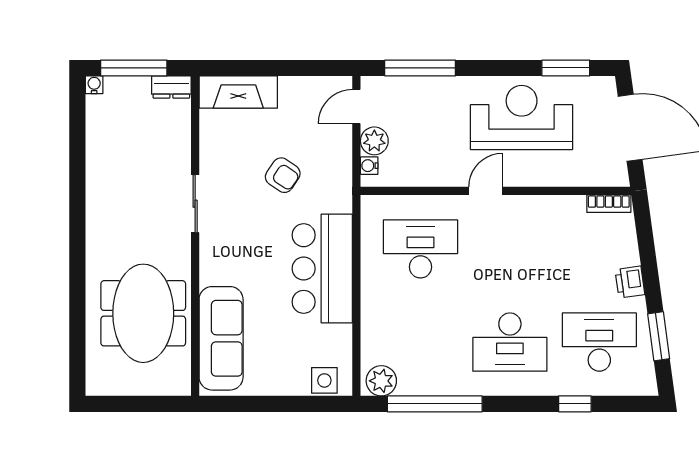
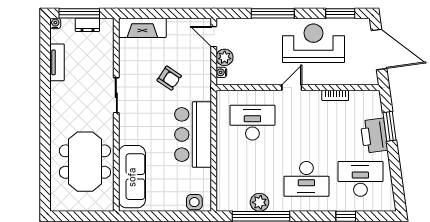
window: (420, 68) -> (273, 13), moved
dresser: (171, 87) -> (87, 25), moved
door: (356, 107) -> (214, 37), hinge flipped
tv unit: (97, 149) -> (57, 62), added
bookcase: (609, 204) -> (335, 95), moved
printer: (630, 282) -> (374, 136), width x1.87, depth x1.48
window: (659, 336) -> (390, 126), moved
plant: (381, 381) -> (259, 202), moved

